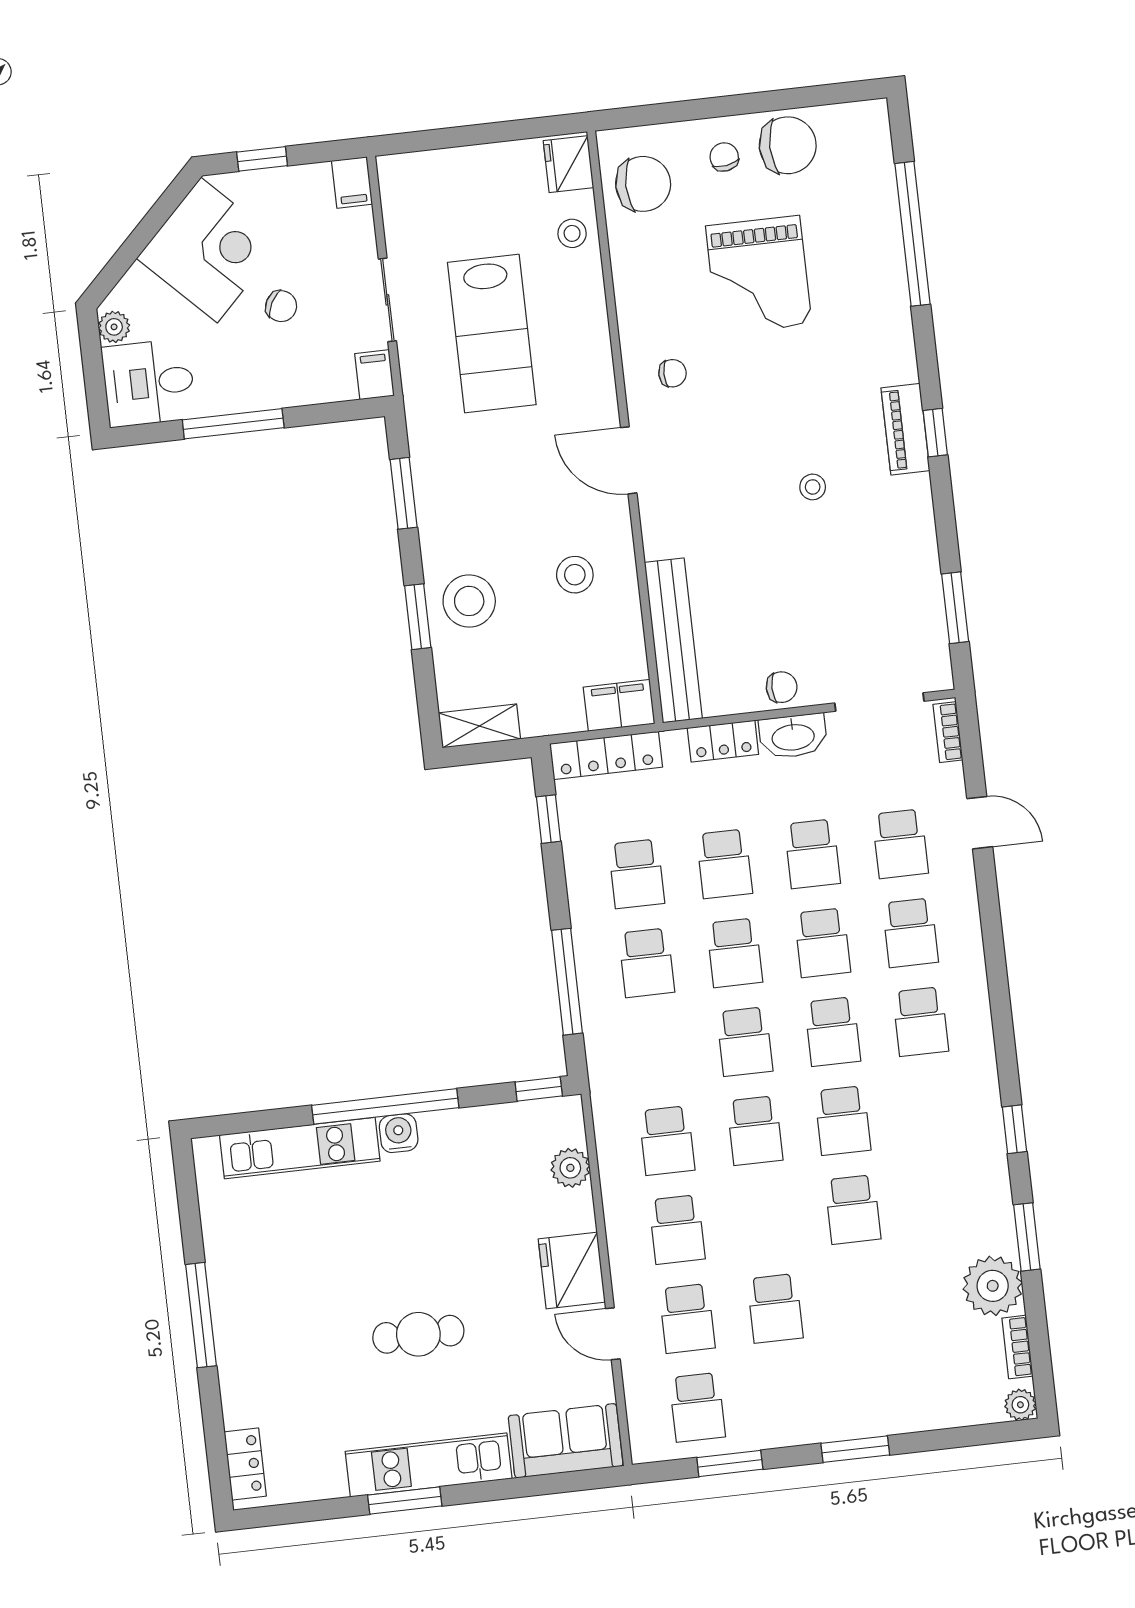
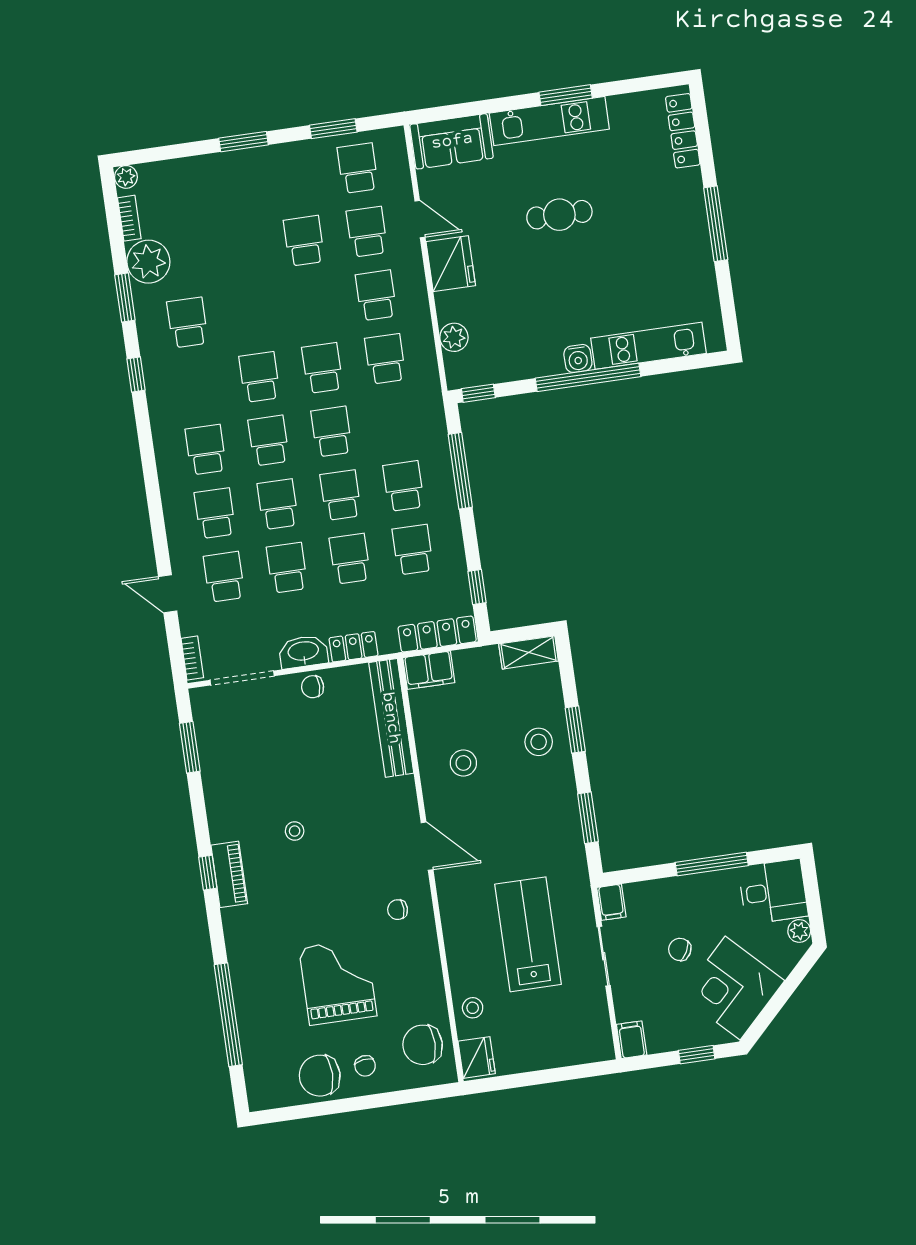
stool: (469, 601) -> (539, 742), width x0.73, depth x0.73
school desk: (853, 1209) -> (187, 323), moved
locker: (245, 1464) -> (683, 131), width x1.53

